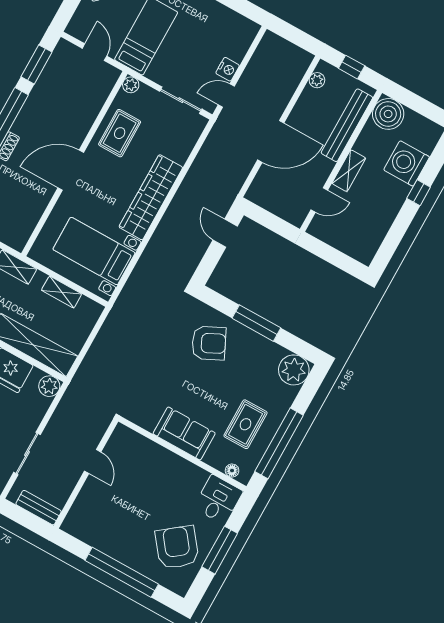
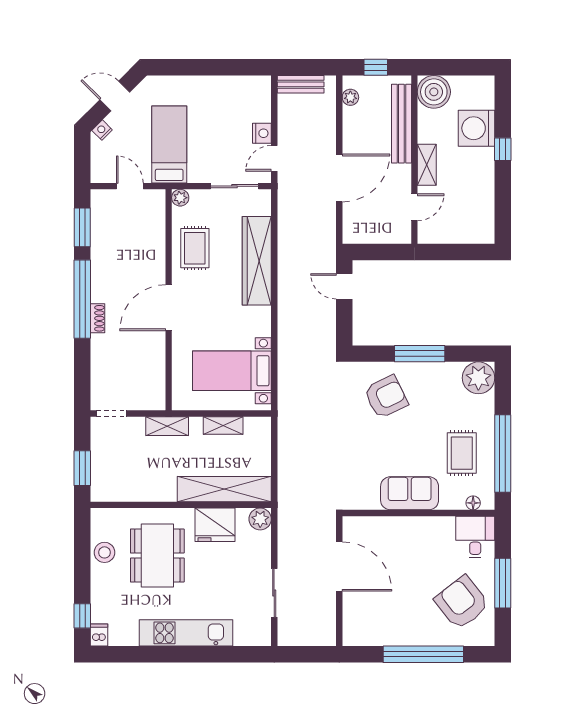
wardrobe: (151, 197) -> (257, 261), moved
door: (93, 461) -> (339, 566), width x1.88
bench: (39, 508) -> (301, 84), moved

